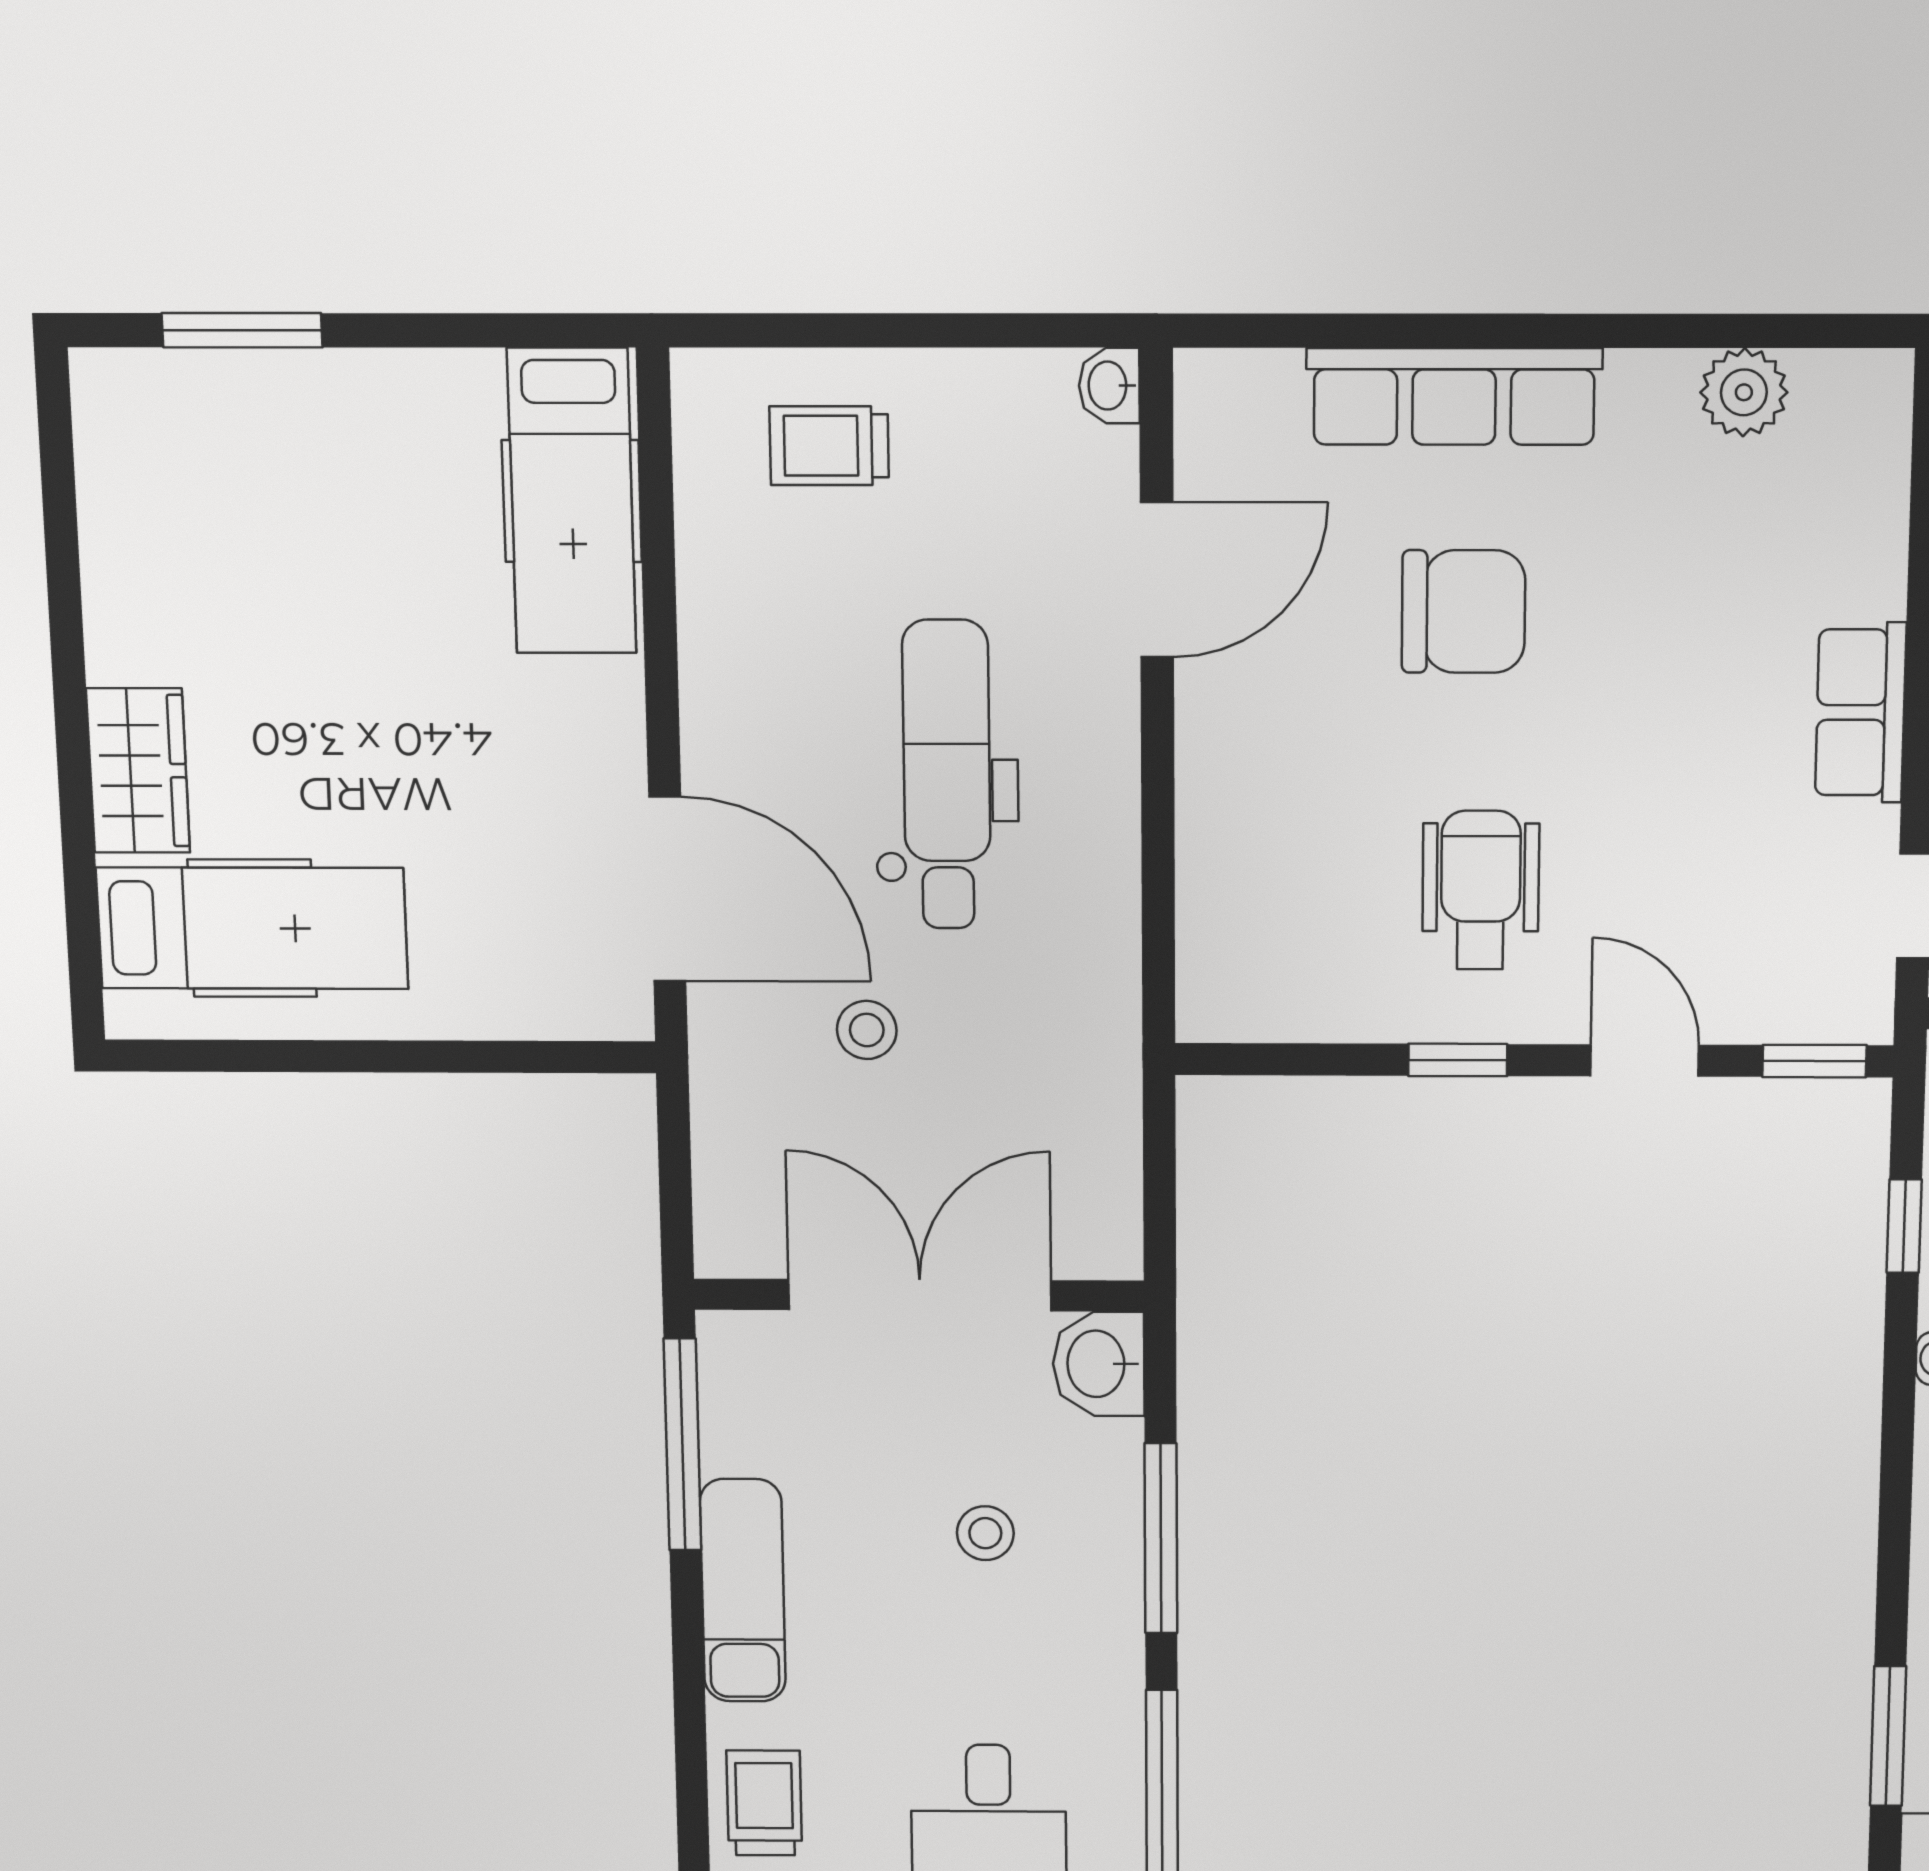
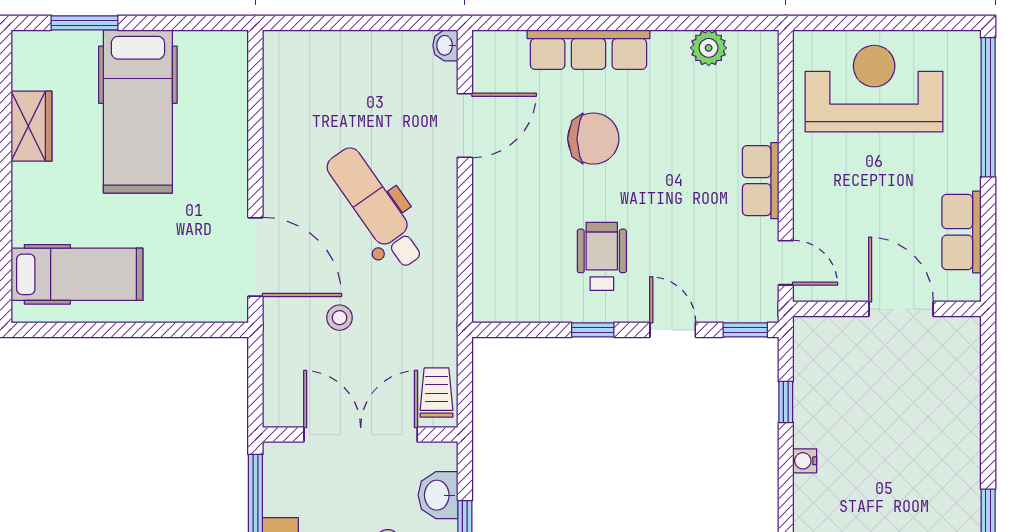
trolley: (829, 446) -> (437, 393), moved, turned 90
hospital bed: (572, 501) -> (138, 112), moved, width x1.37, depth x1.29
wardrobe: (138, 771) -> (32, 126), moved
dental chair: (947, 775) -> (375, 208), turned -35
washbasin: (1099, 1364) -> (438, 495), moved

